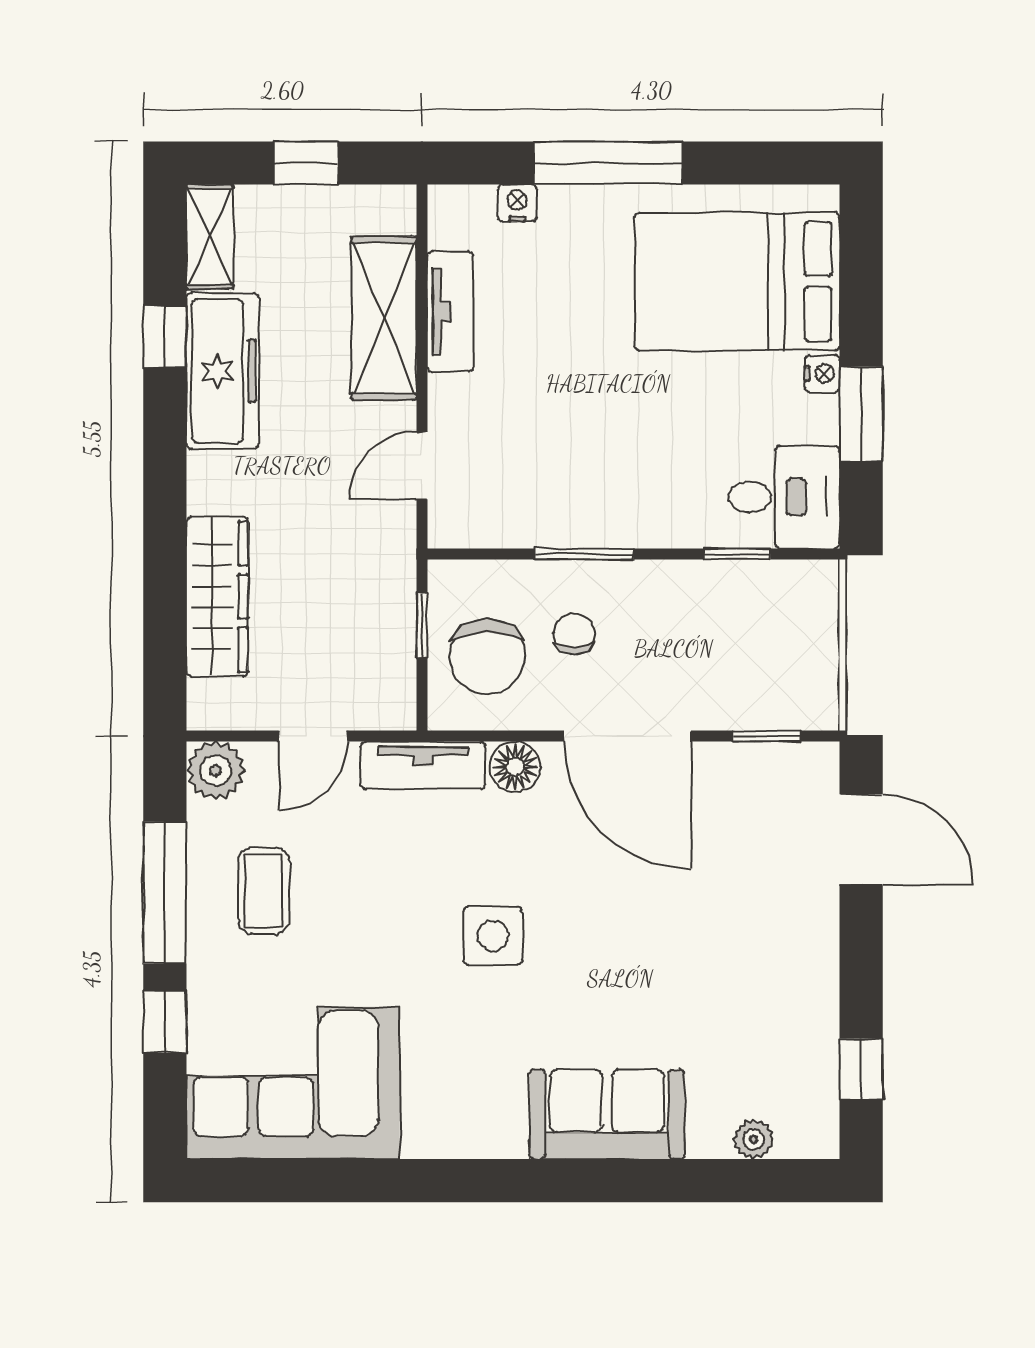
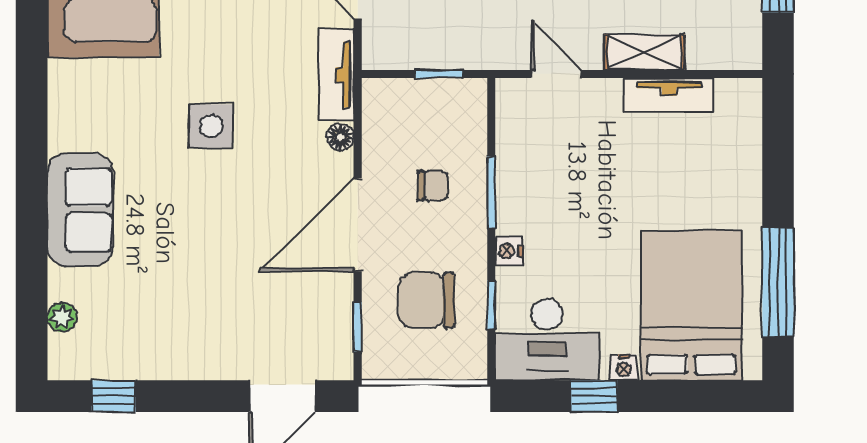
window: (608, 163) -> (778, 282), moved
nightstand: (517, 203) -> (509, 251), moved, turned 180
shelving: (384, 318) -> (644, 52), width x0.67, depth x0.75
window: (861, 414) -> (594, 396), width x0.67
desk: (784, 497) -> (547, 340), width x1.37
chair: (487, 656) -> (427, 300), moved
floor lamp: (515, 767) -> (340, 137), width x0.73, depth x0.73

